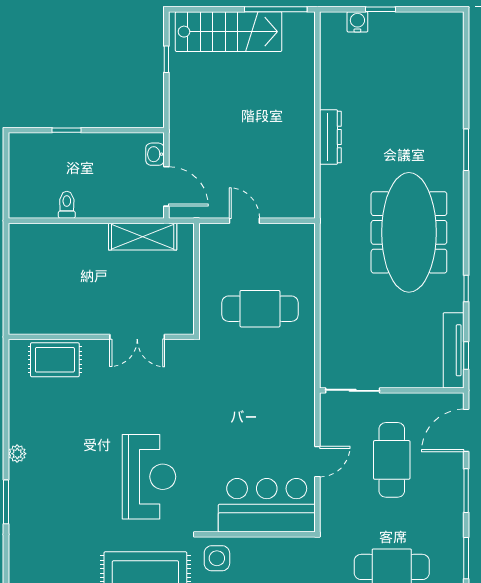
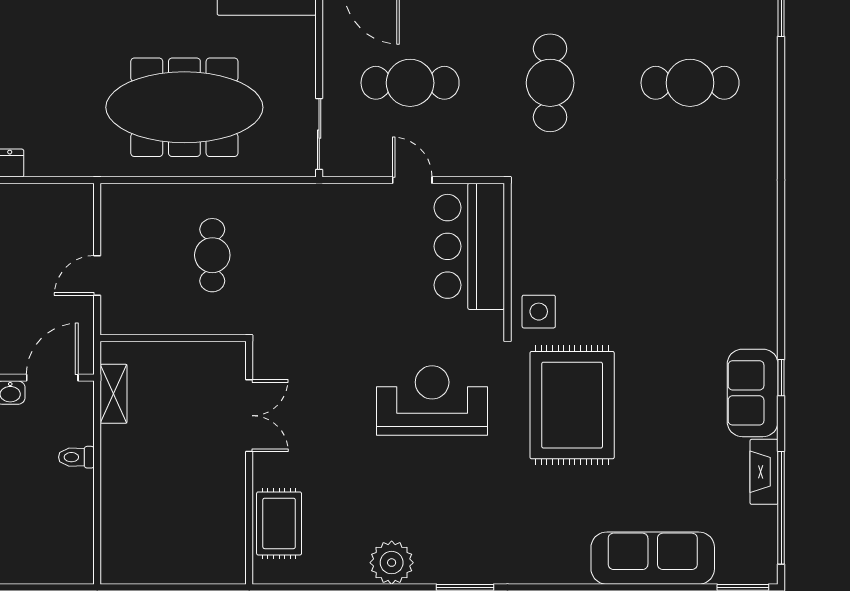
toilet: (67, 205) -> (76, 457), moved
meeting table: (409, 232) -> (184, 107), moved
shelving: (143, 237) -> (114, 394), width x0.67, depth x0.75
cafe table: (260, 309) -> (212, 255), width x0.73, depth x0.74
plant: (17, 454) -> (392, 563), width x1.88, depth x1.88

